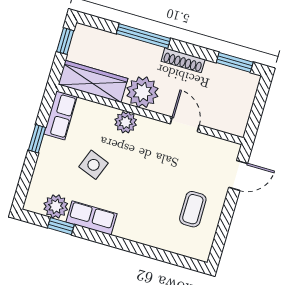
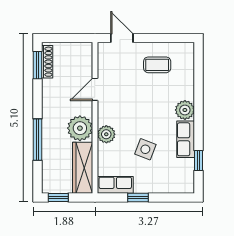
shoe rack: (183, 60) -> (47, 62), moved
plant: (56, 206) -> (185, 110), moved

